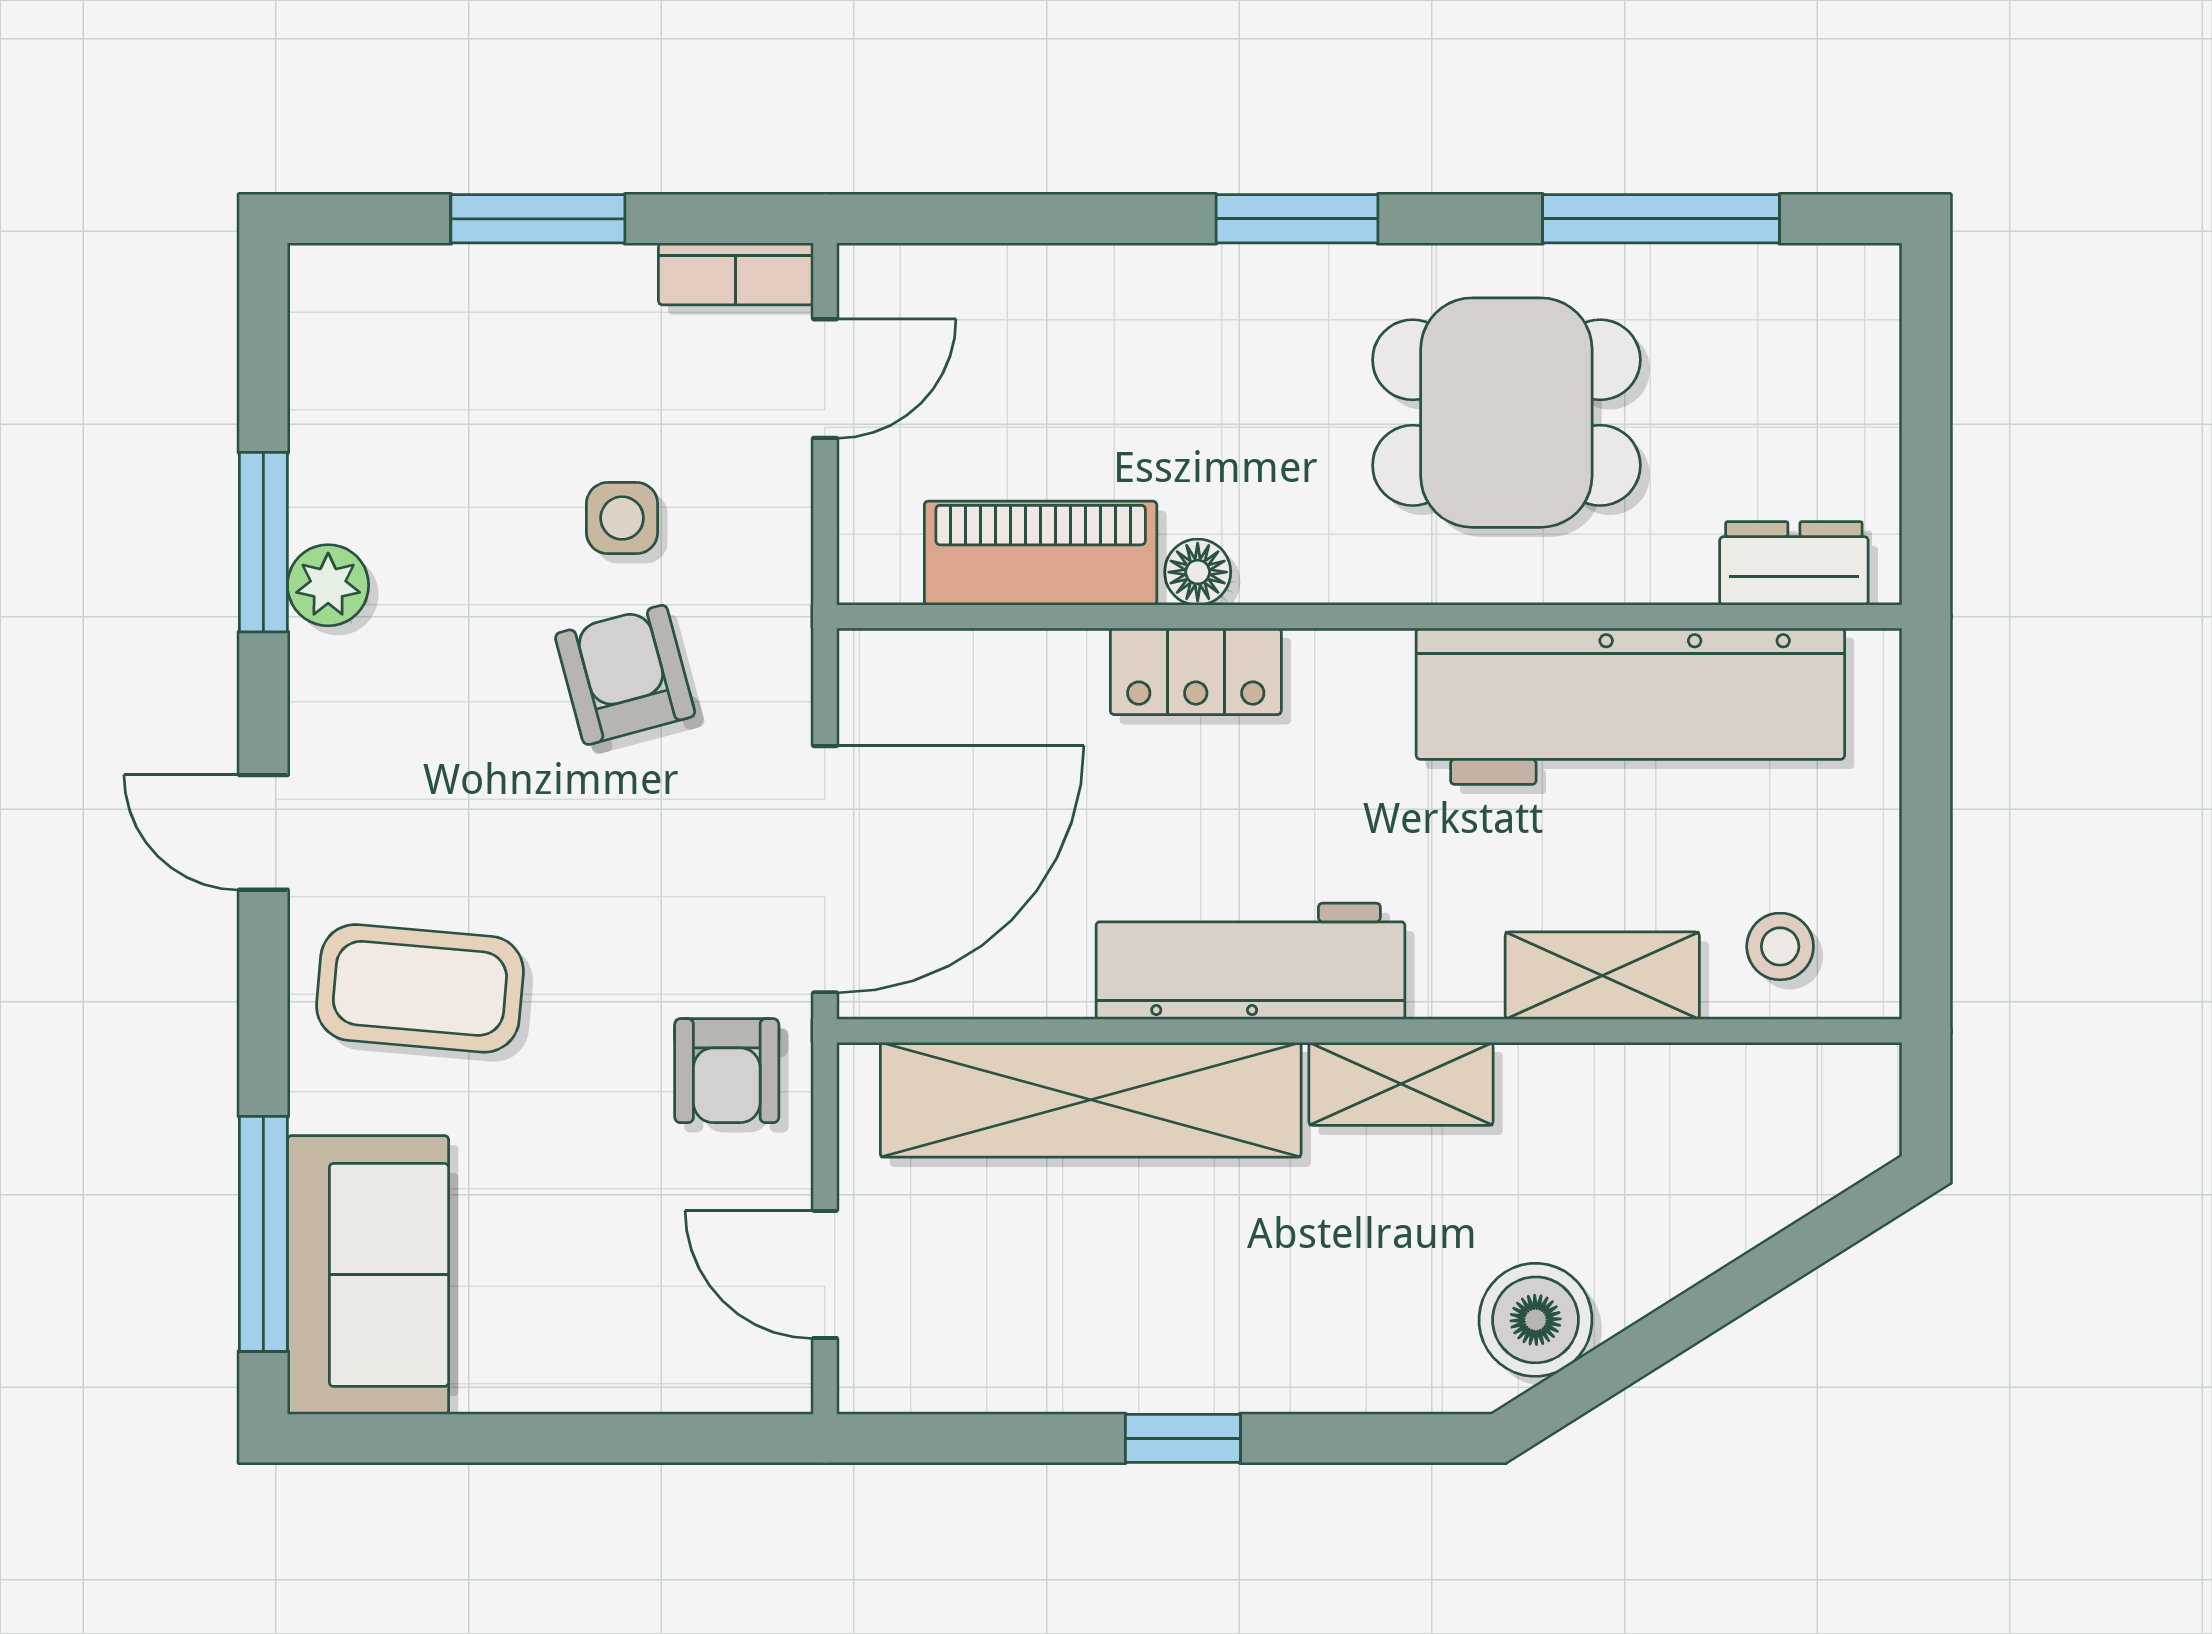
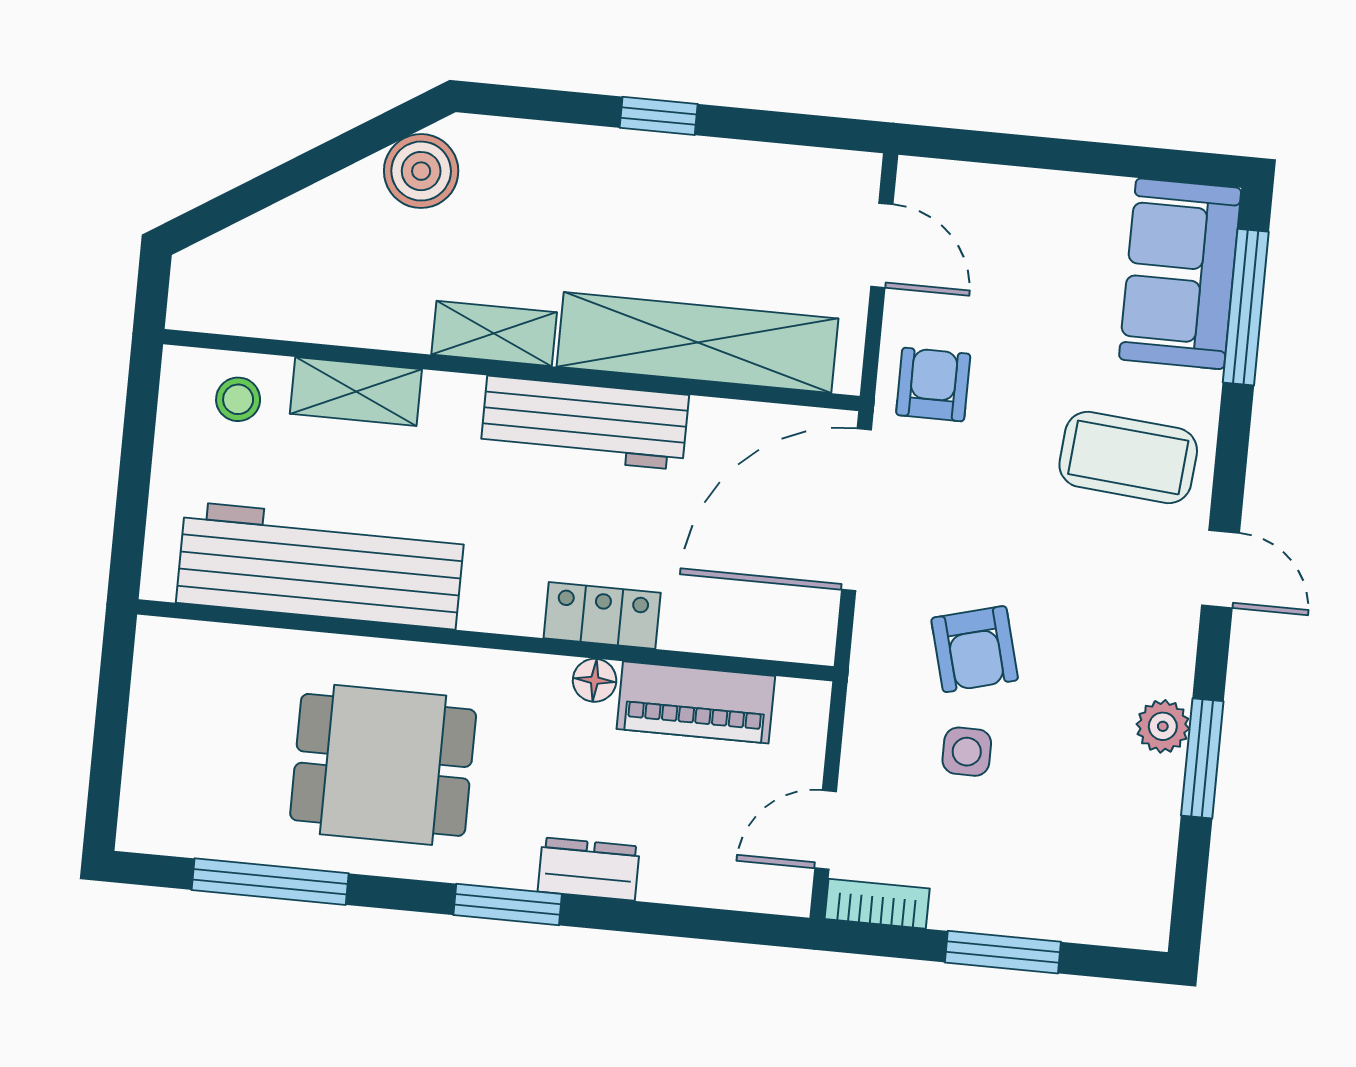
dresser: (1794, 563) -> (589, 869), moved, turned 180

